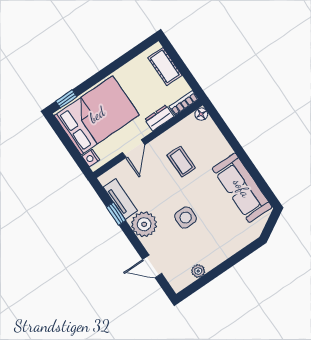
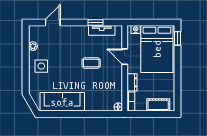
coffee table: (181, 162) -> (91, 63), moved
side table: (186, 218) -> (41, 66), moved
plant: (144, 224) -> (79, 34), removed

